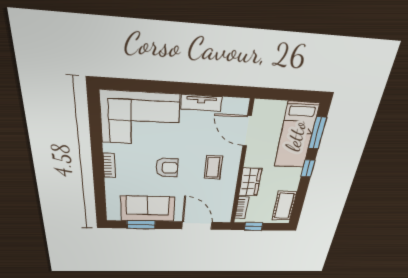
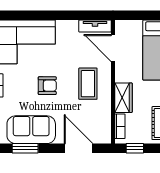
tv unit: (201, 103) -> (95, 26), moved
coffee table: (213, 167) -> (88, 84), width x1.36, depth x1.30

